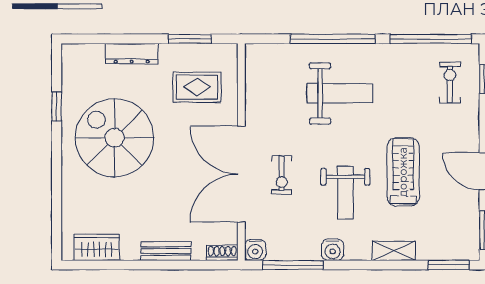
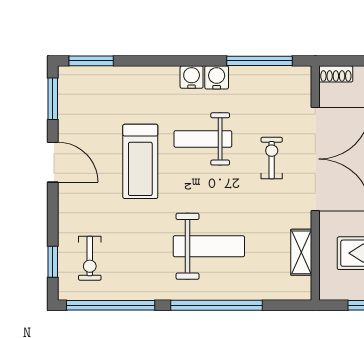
weight bench: (340, 93) -> (209, 246), turned 180
weight bench: (345, 193) -> (203, 139), turned -90
water cooler: (255, 250) -> (192, 77), moved
shelving: (394, 251) -> (301, 252), moved, turned 90

